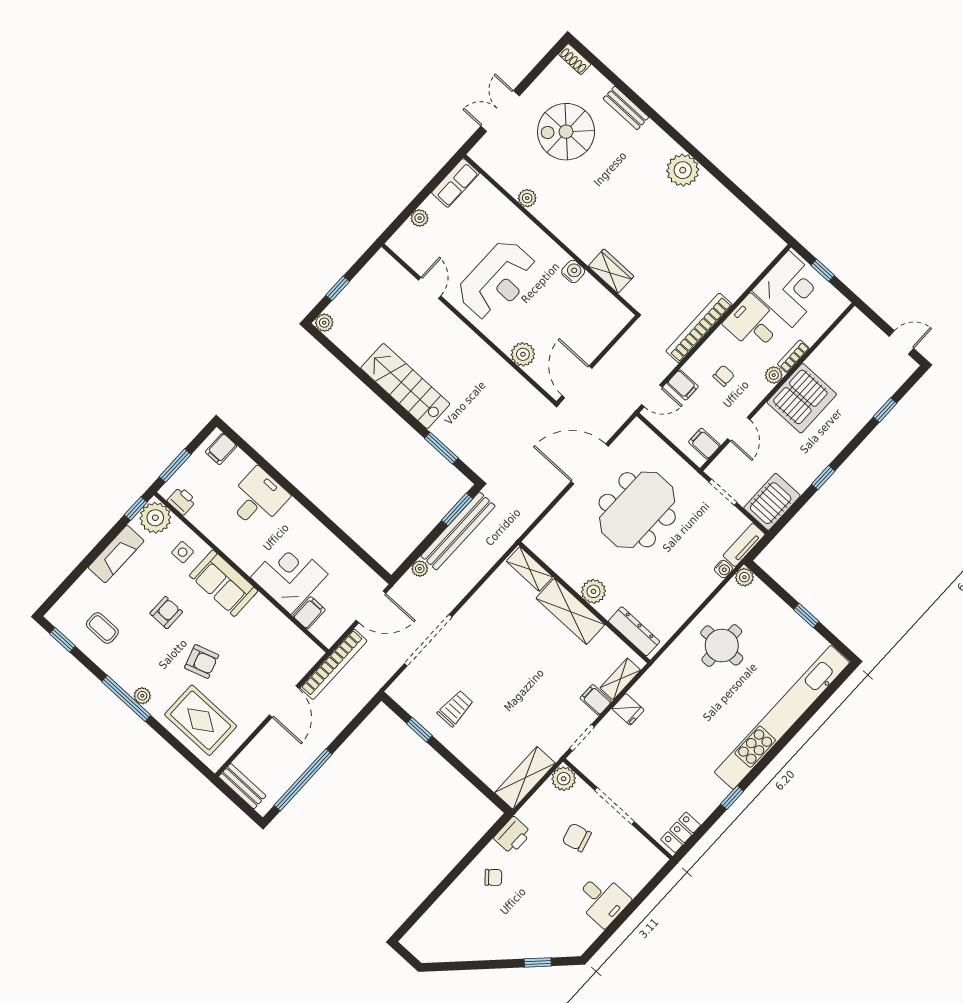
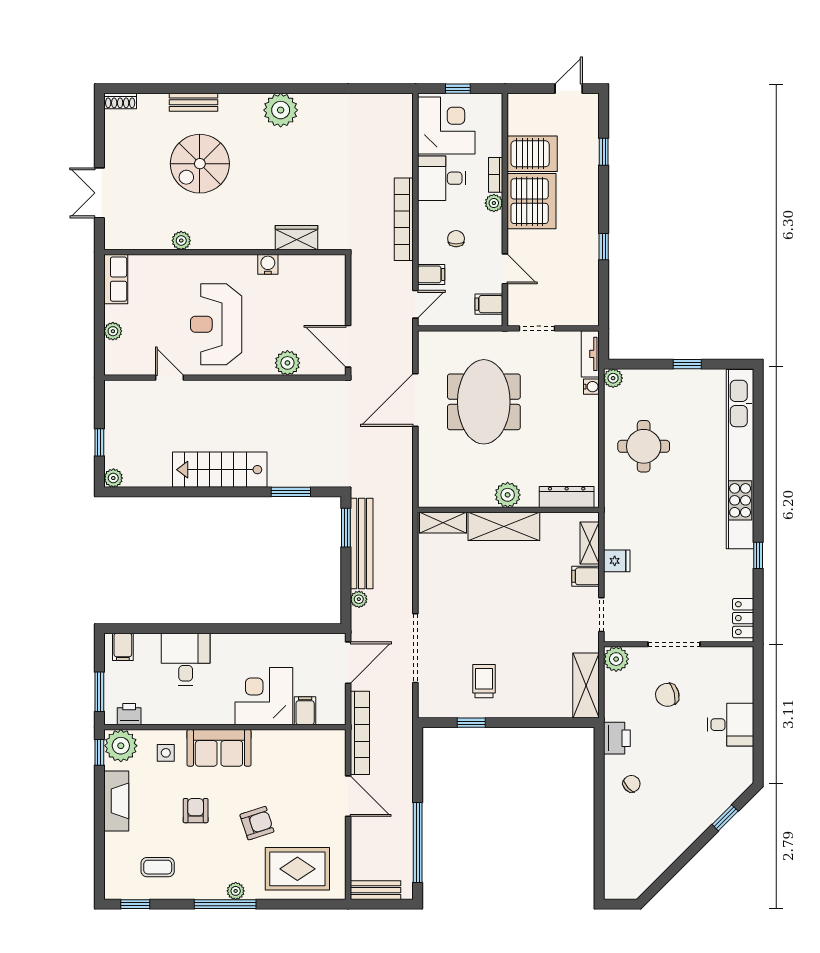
spiral stairs: (566, 132) -> (200, 164), moved
reception desk: (497, 280) -> (216, 324), turned 180
server rack: (772, 502) -> (532, 154), moved, turned 90

